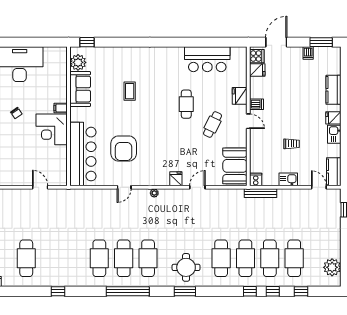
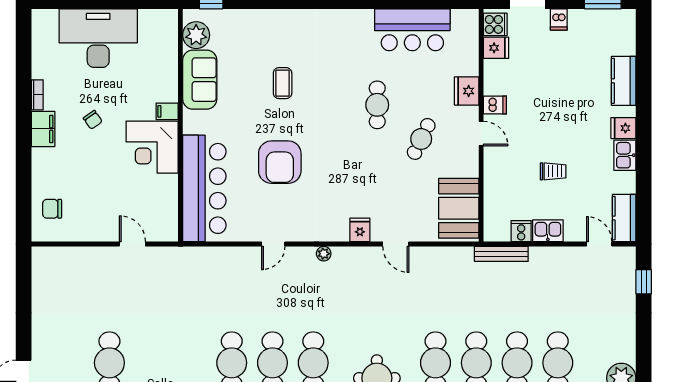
dishwasher: (308, 53) -> (559, 19), moved
armchair: (124, 148) -> (280, 162), moved
cooker: (256, 180) -> (521, 231), moved
door: (197, 187) -> (396, 244), swing flipped

